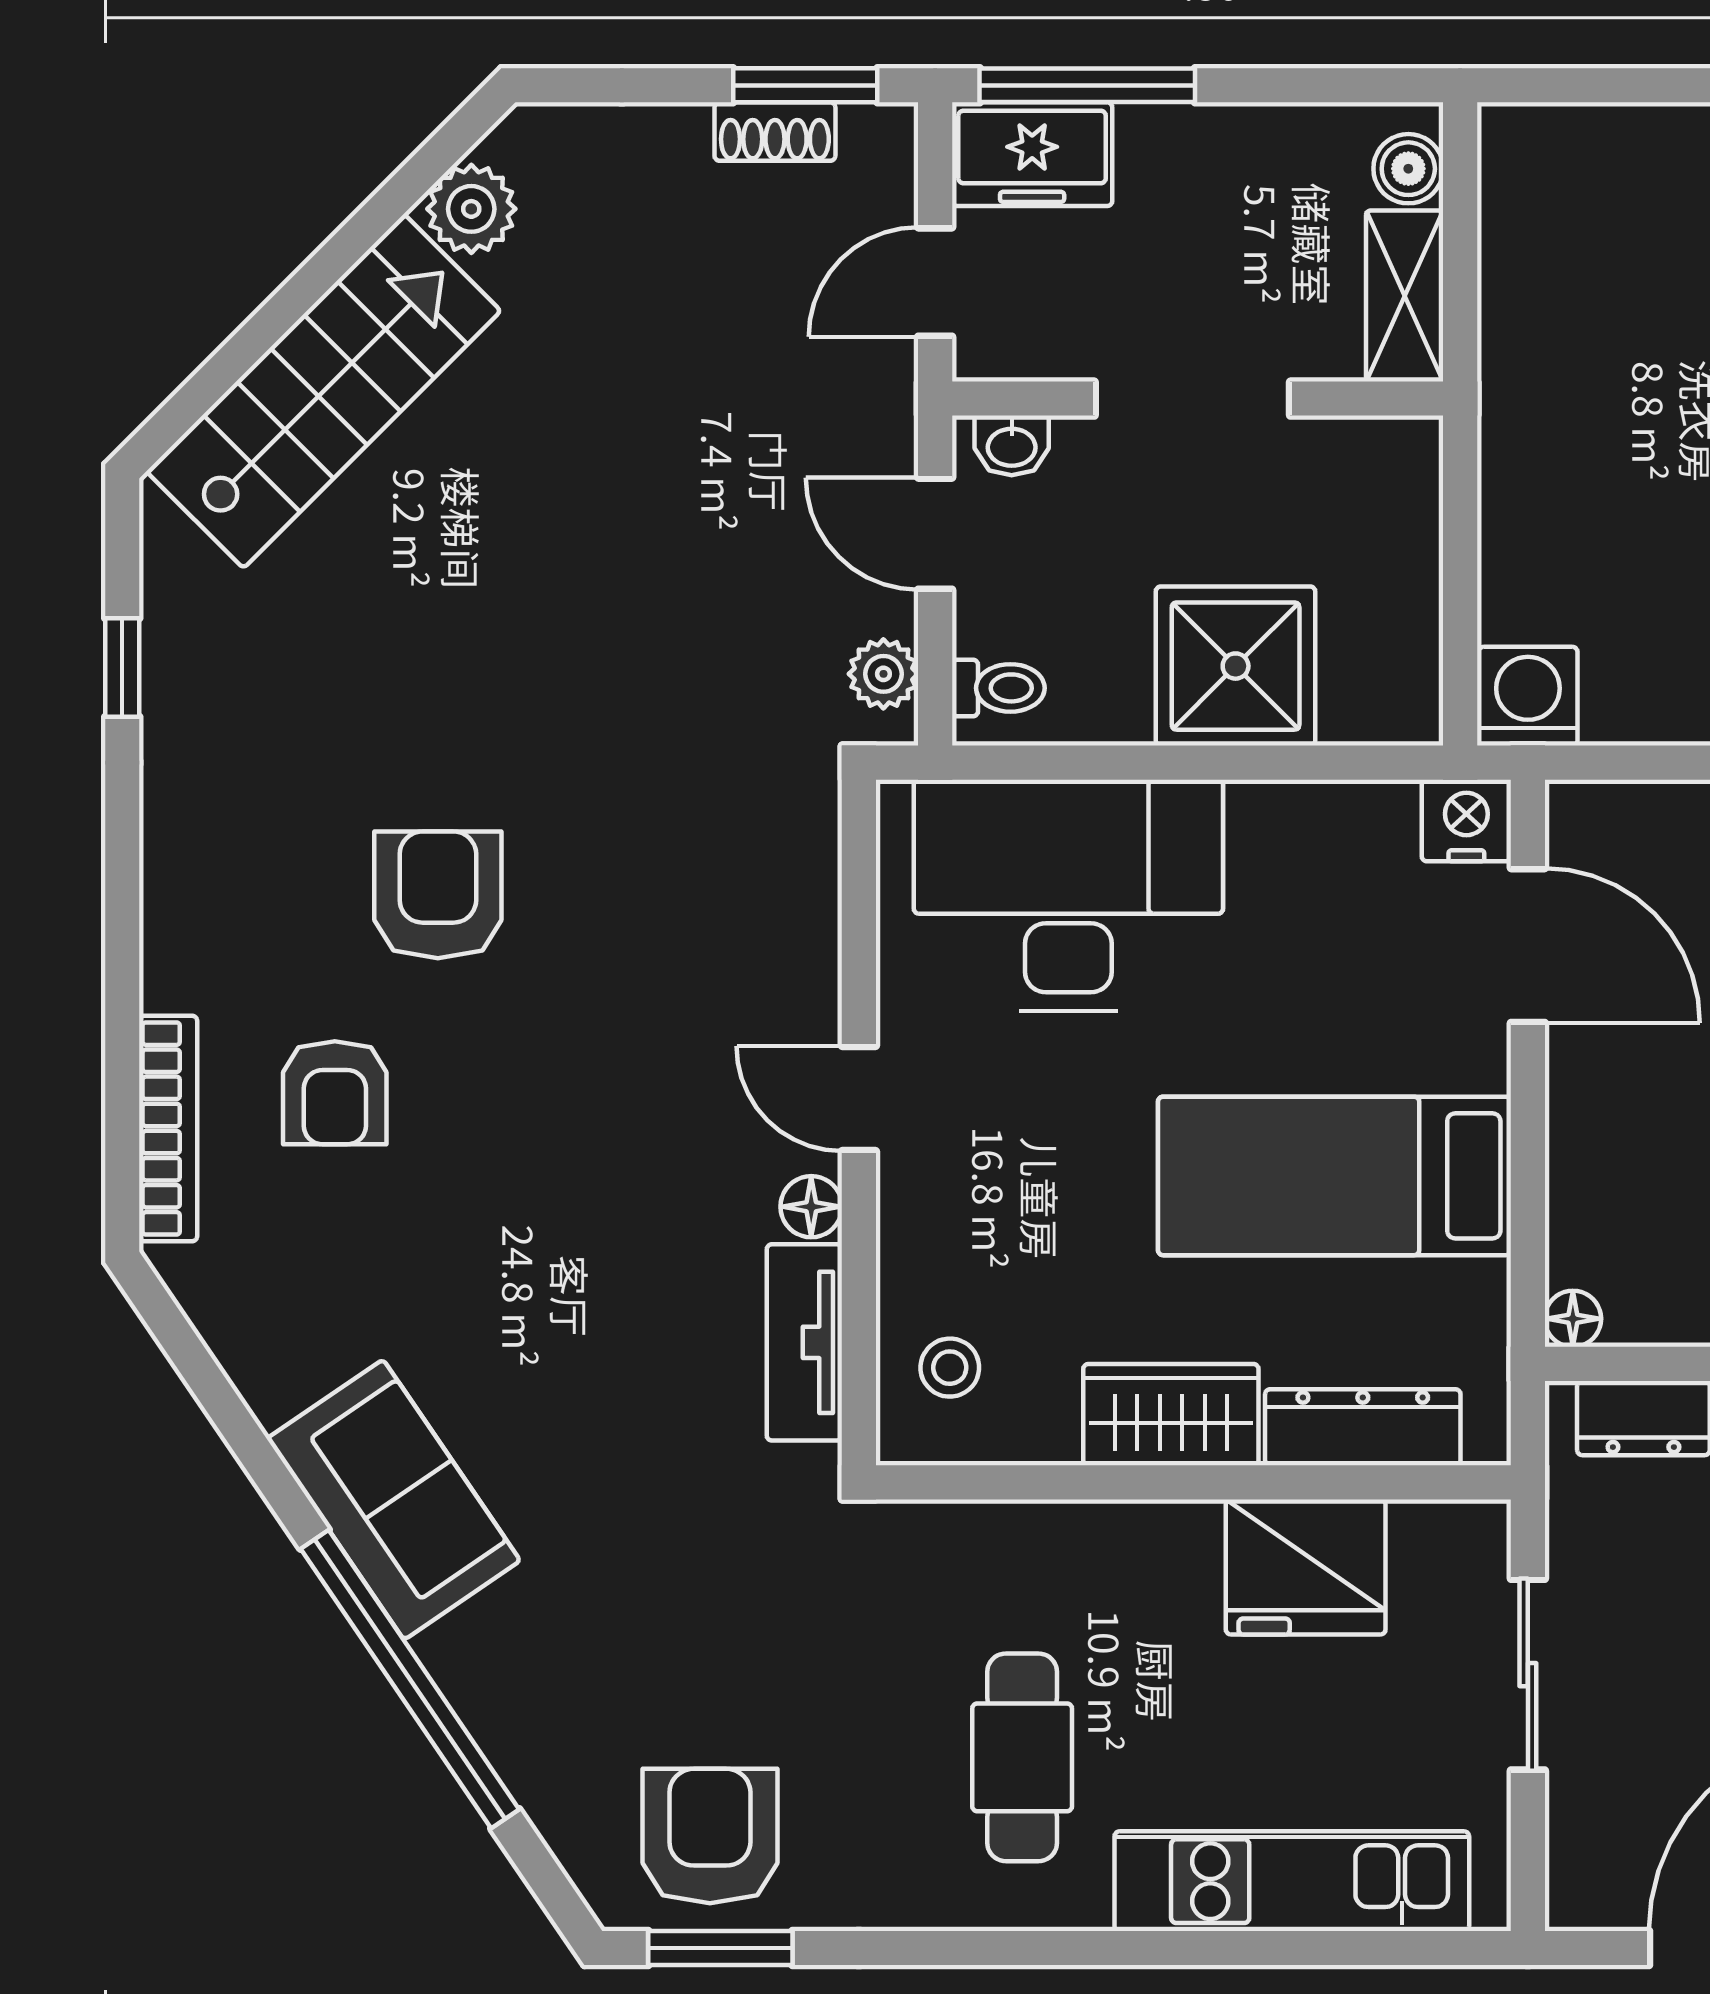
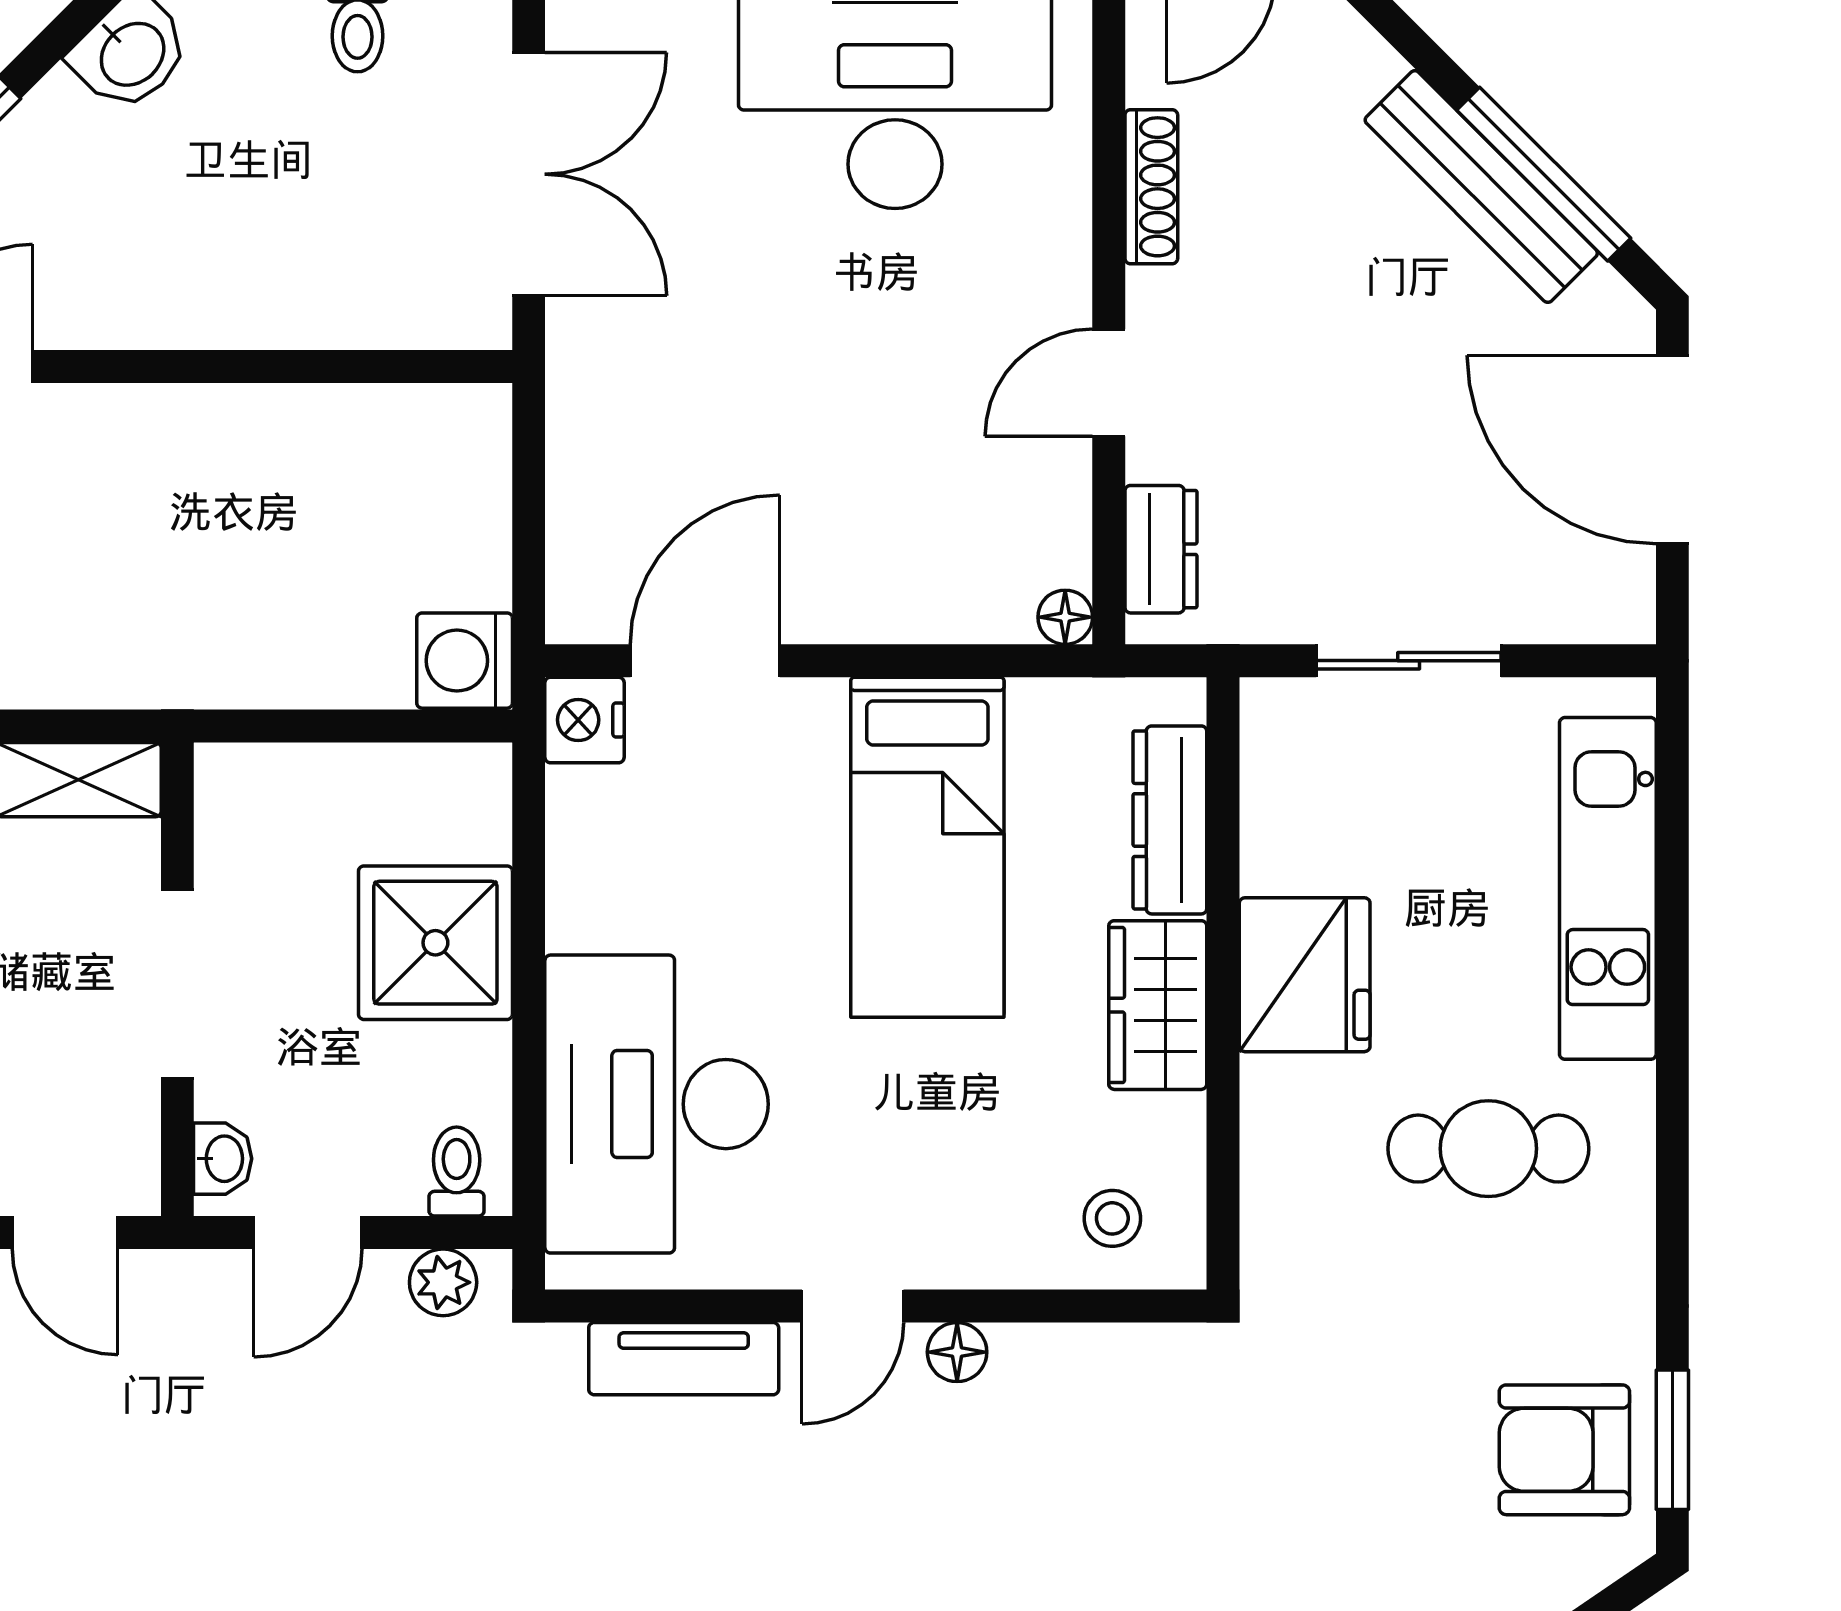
tv unit: (804, 1342) -> (684, 1359), moved
fridge: (1306, 1567) -> (1305, 975), moved

